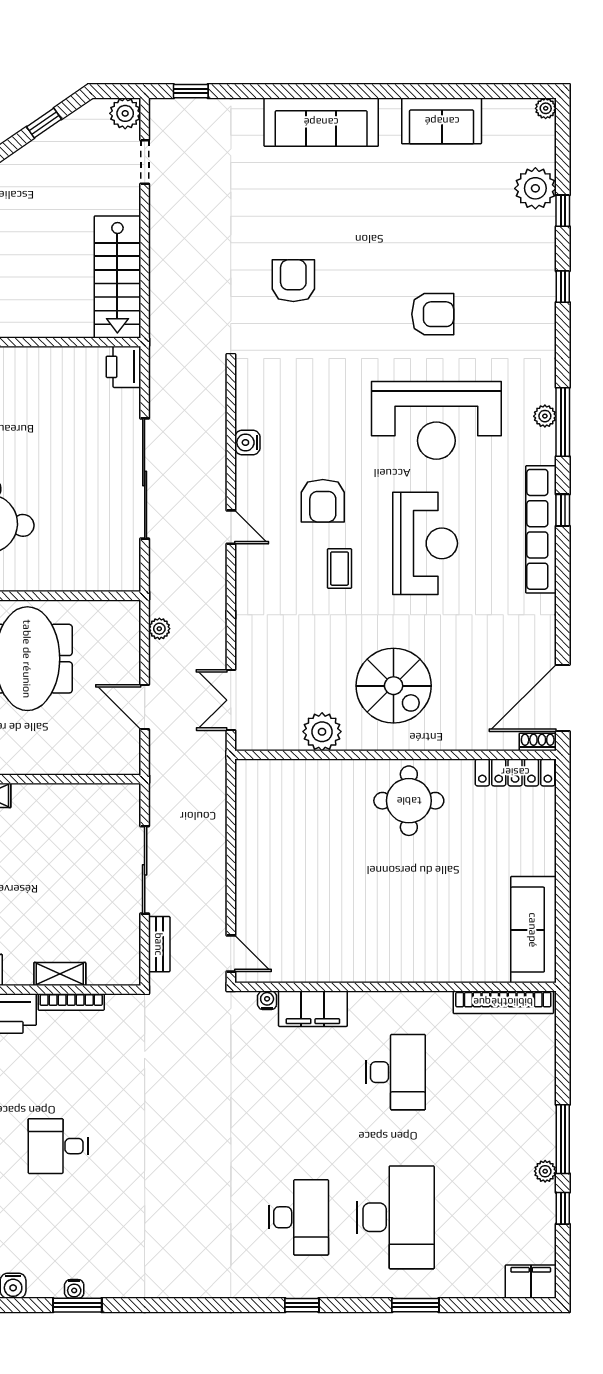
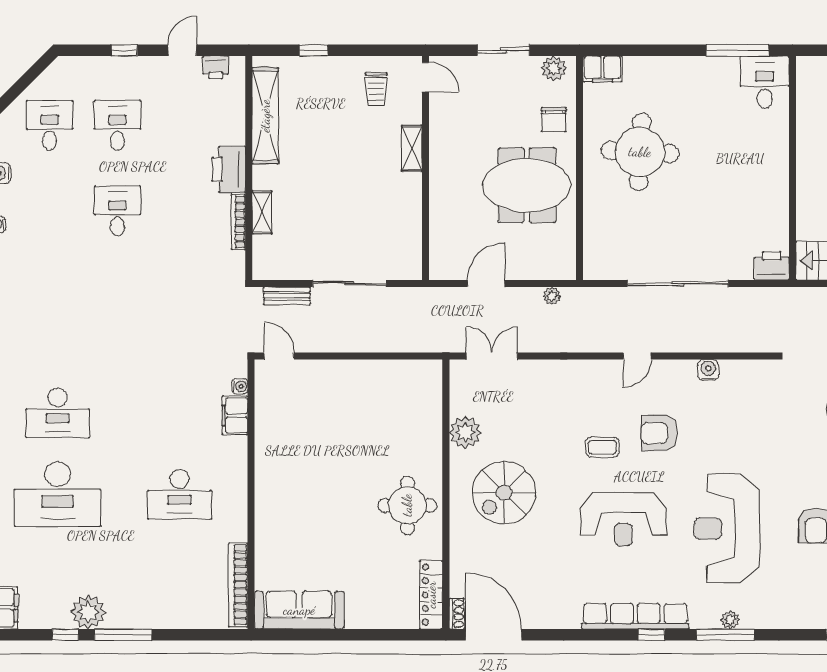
door: (231, 954) -> (279, 356), swing flipped
filing cabinet: (313, 1009) -> (235, 415), width x0.67, depth x0.86
plant: (545, 1171) -> (88, 612), width x1.87, depth x1.87

